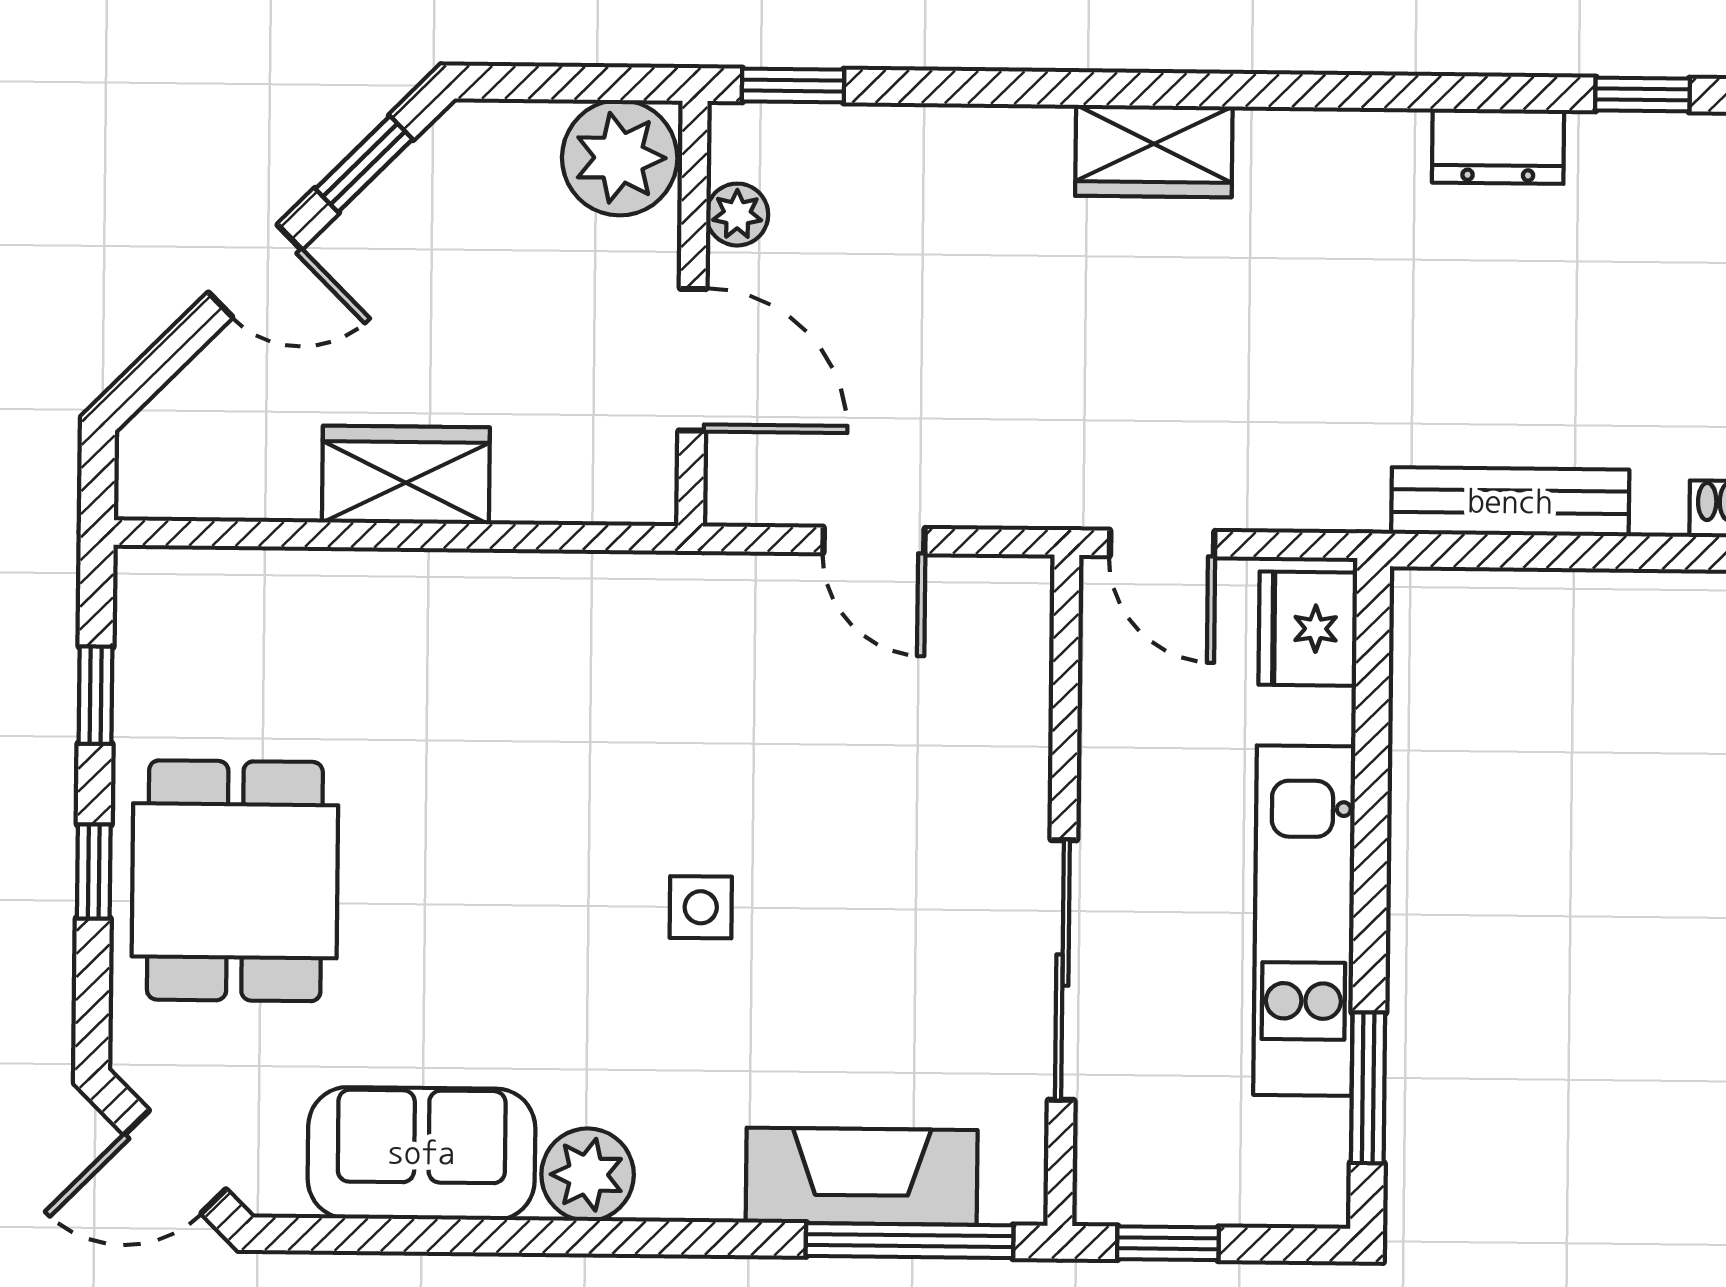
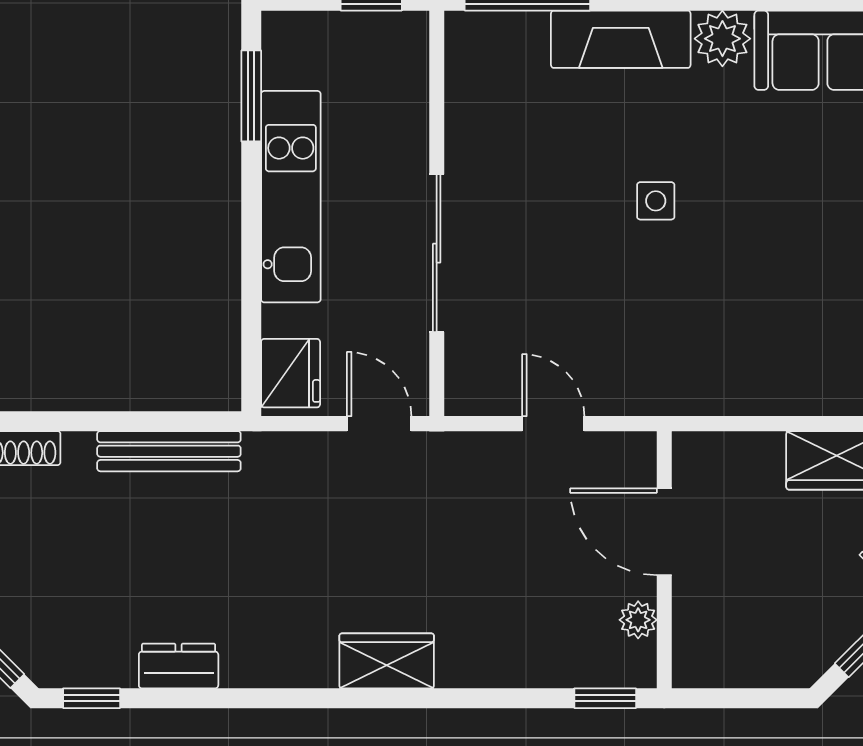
plant: (620, 158) -> (710, 653), removed
sliding door: (1062, 970) -> (437, 253), moved
fireplace: (862, 1176) -> (621, 39), moved

